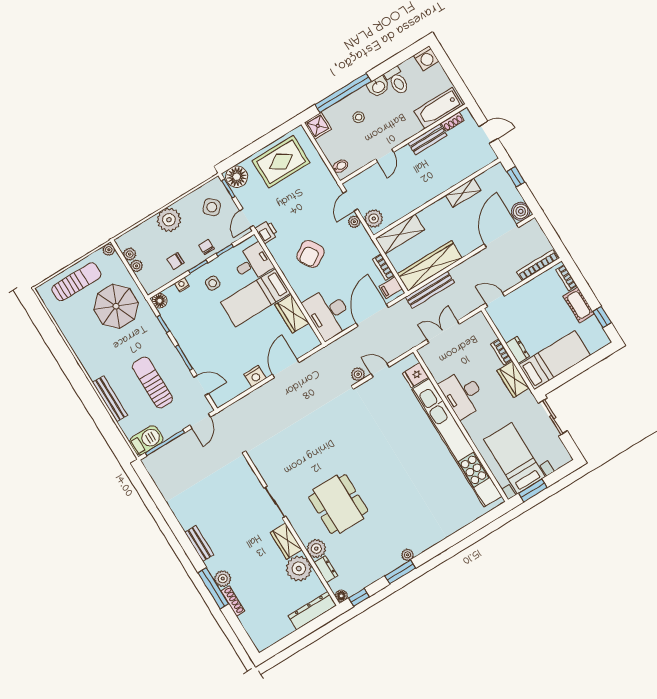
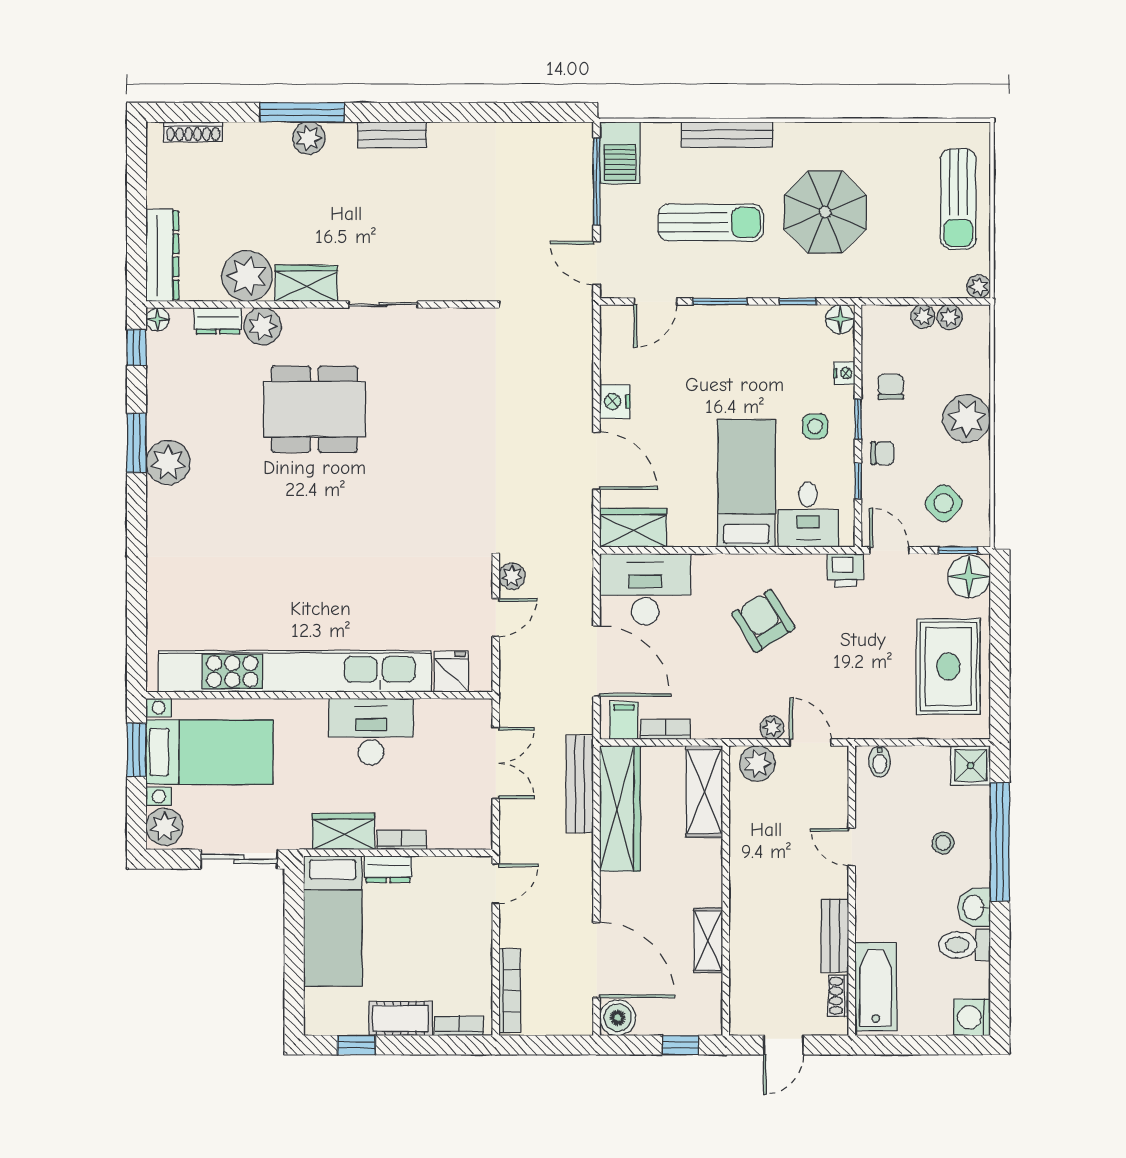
parasol: (116, 306) -> (825, 212), moved
wardrobe: (292, 314) -> (633, 528), moved
plant: (559, 458) -> (164, 827), added
plant: (408, 555) -> (168, 463), width x1.87, depth x1.87
shoe rack: (233, 601) -> (193, 132), moved

